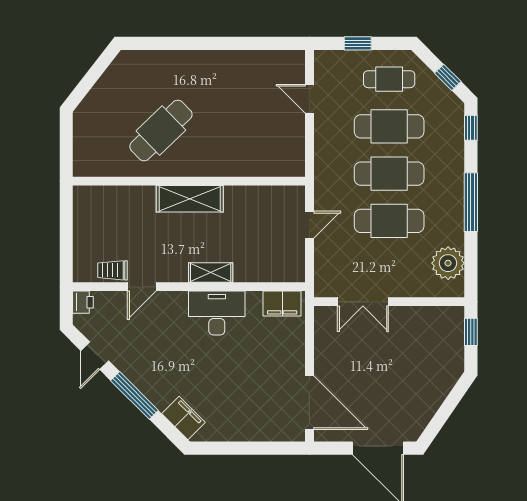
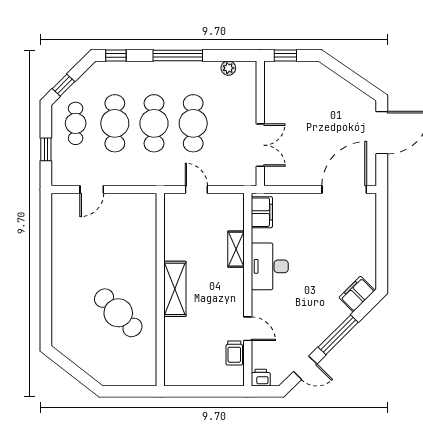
window: (448, 77) -> (64, 85), moved
plant: (448, 263) -> (228, 68), width x0.53, depth x0.53
shelving: (211, 272) -> (236, 249), moved

